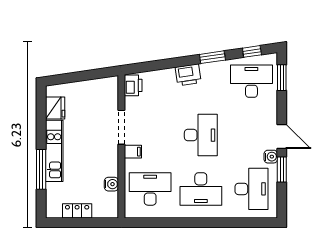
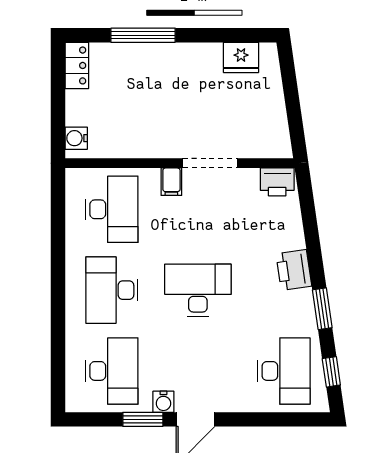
window: (282, 78) -> (290, 419), removed
desk: (201, 135) -> (198, 290), turned 180
kitchen unit: (54, 151) -> (173, 56), removed
water cooler: (111, 184) -> (76, 138), moved, turned 90
desk: (251, 189) -> (112, 371), turned -90
locker: (77, 211) -> (77, 65), moved

